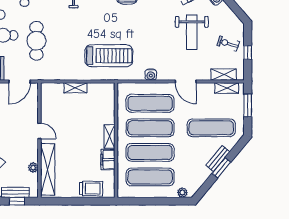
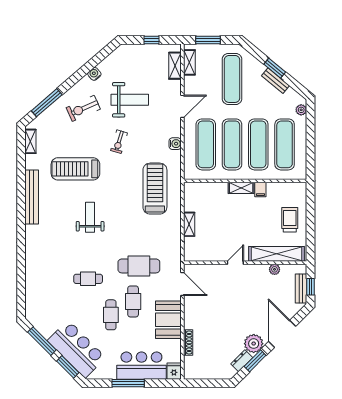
exercise bike: (228, 44) -> (119, 142), moved
bench: (218, 159) -> (275, 81), moved
filing cabinet: (108, 160) -> (260, 189), width x0.50
trolley: (91, 189) -> (290, 220), moved

